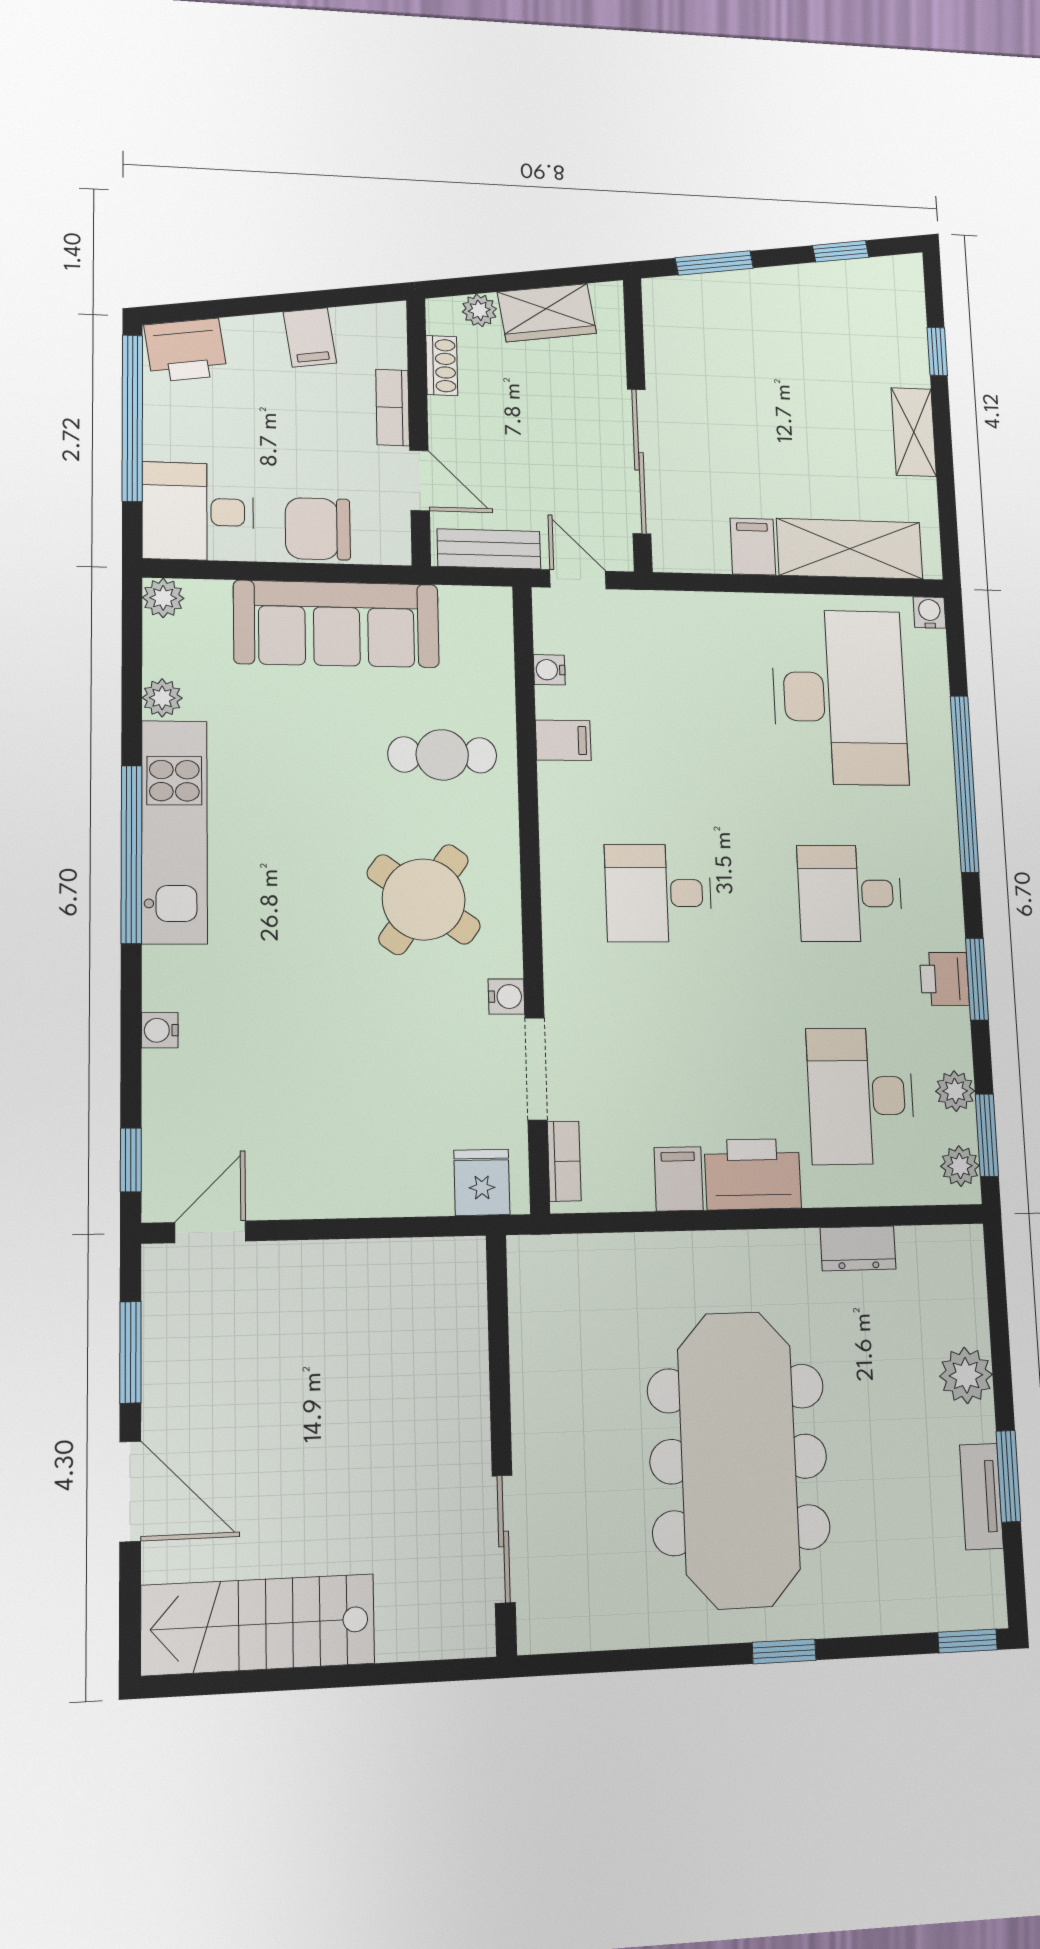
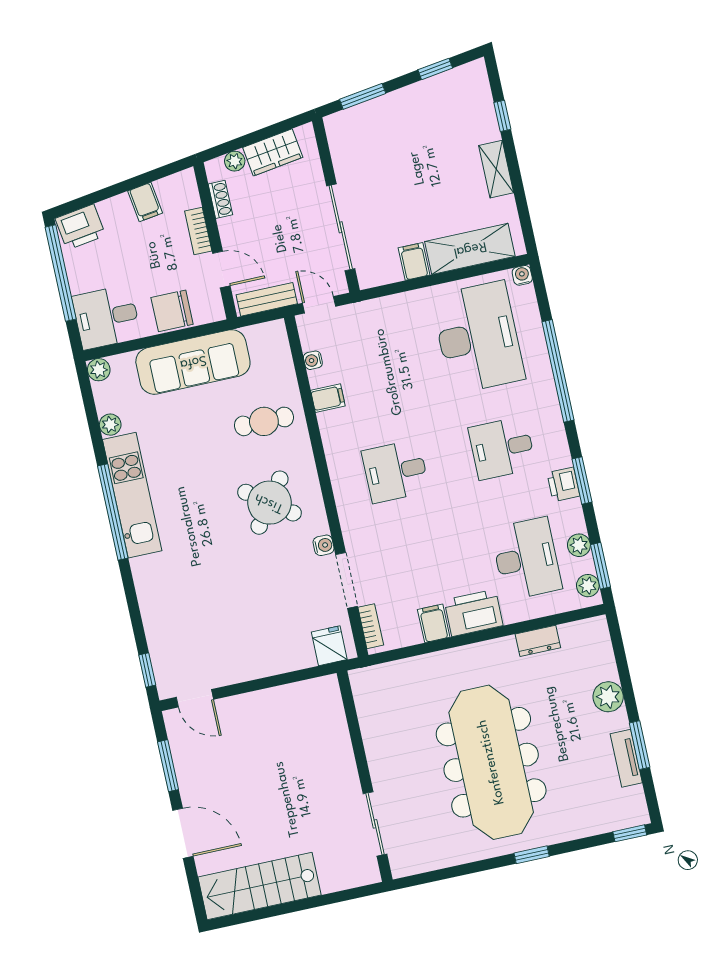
water cooler: (160, 1030) -> (147, 601), removed
desk: (861, 1096) -> (526, 559), turned 180
door: (210, 1232) -> (195, 698), swing flipped

